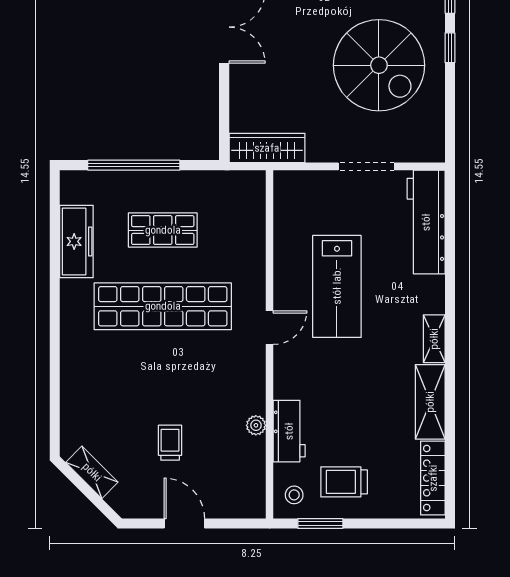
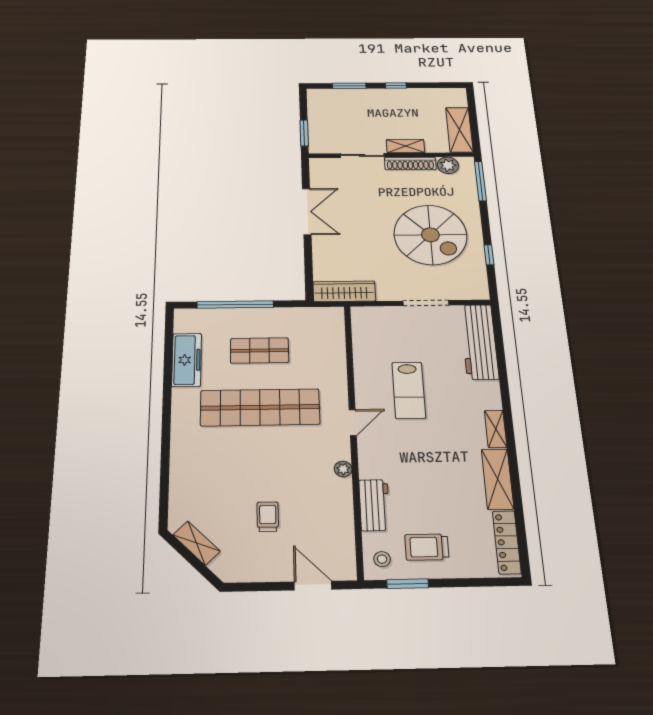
window: (450, 48) -> (489, 255), moved
lab bench: (337, 286) -> (409, 390), width x0.73, depth x0.72
plant: (256, 425) -> (343, 469), moved
door: (184, 523) -> (313, 586), moved

